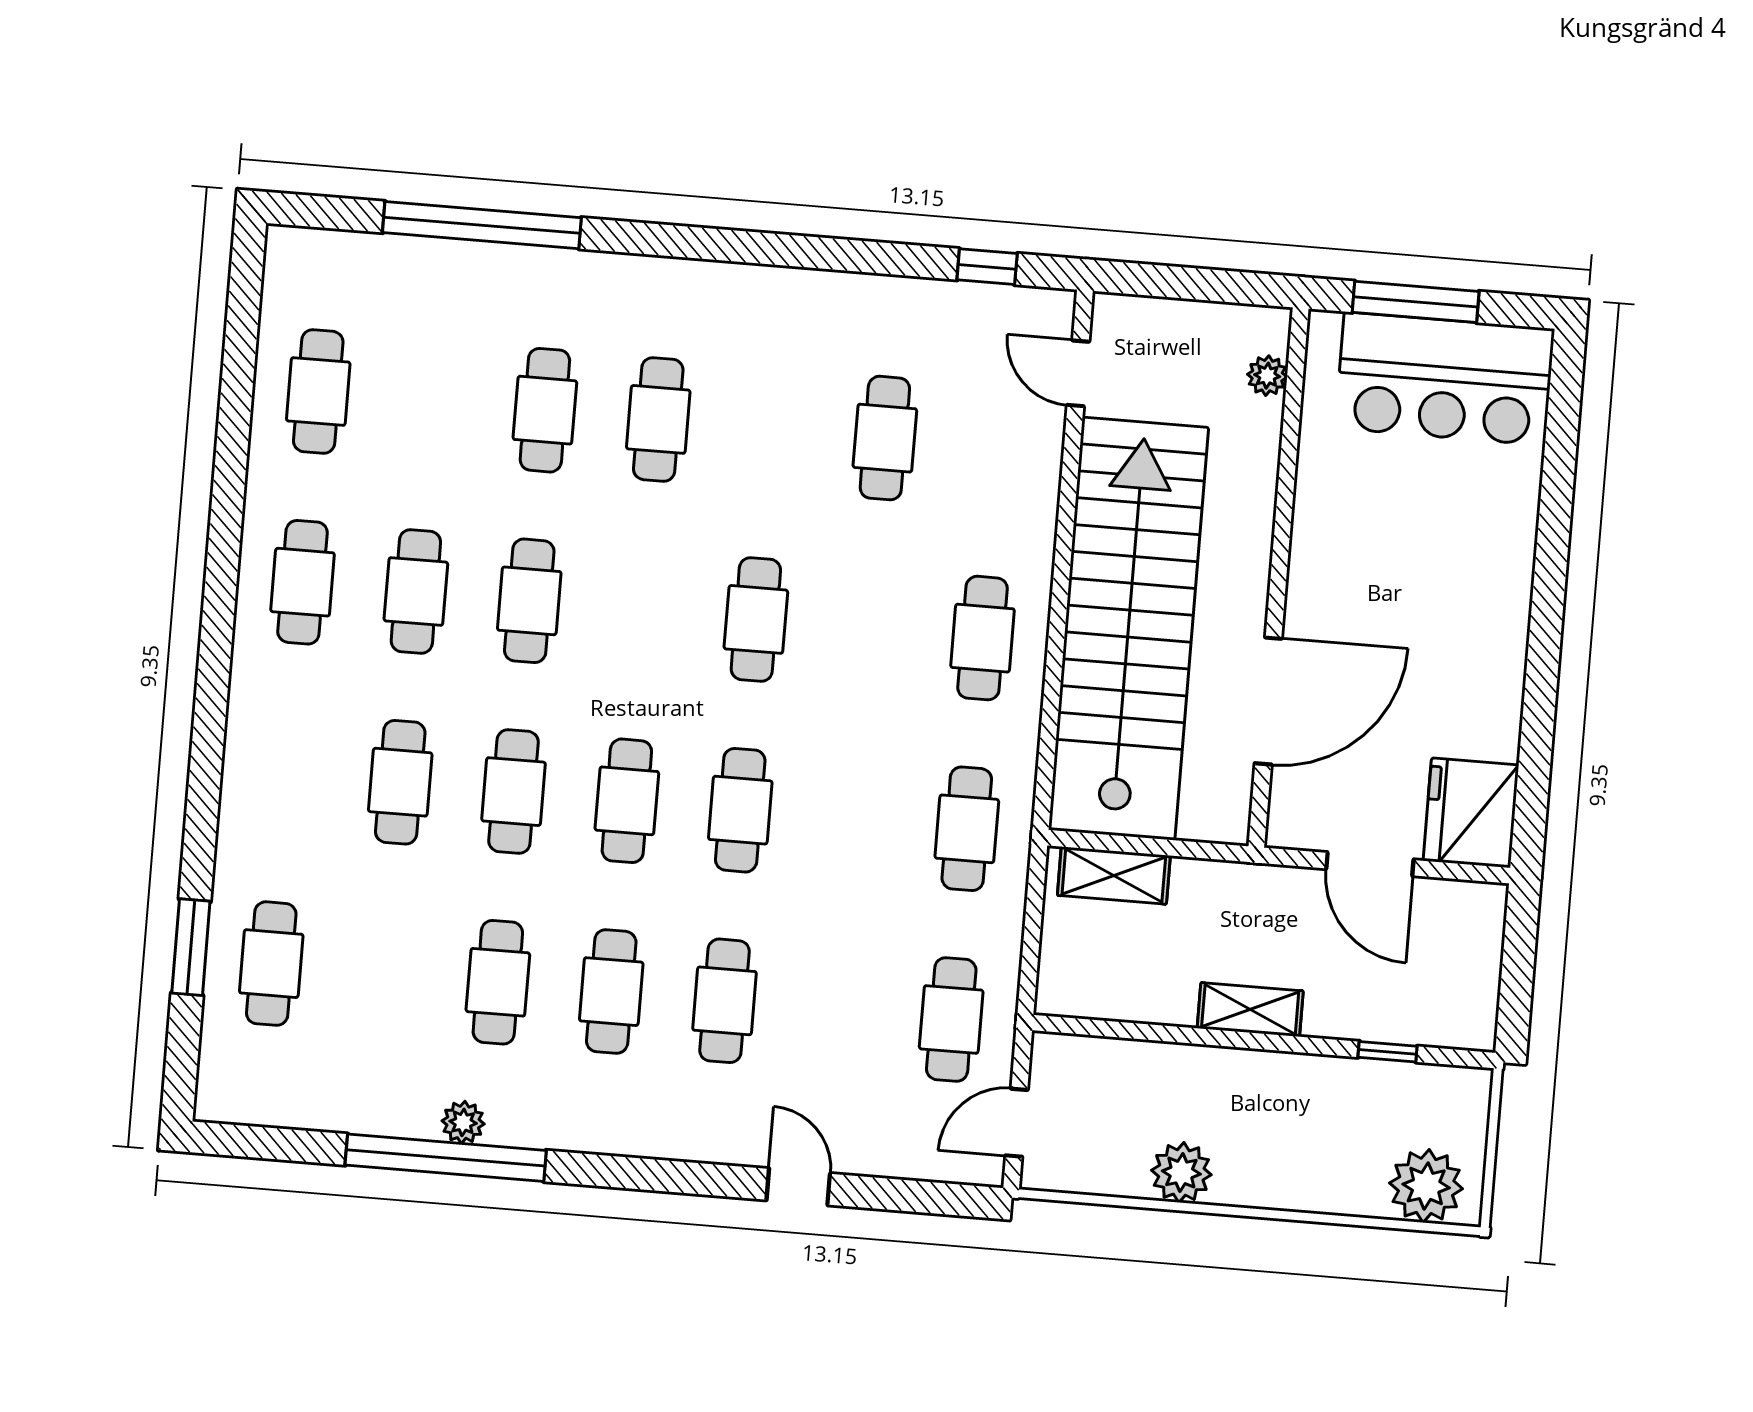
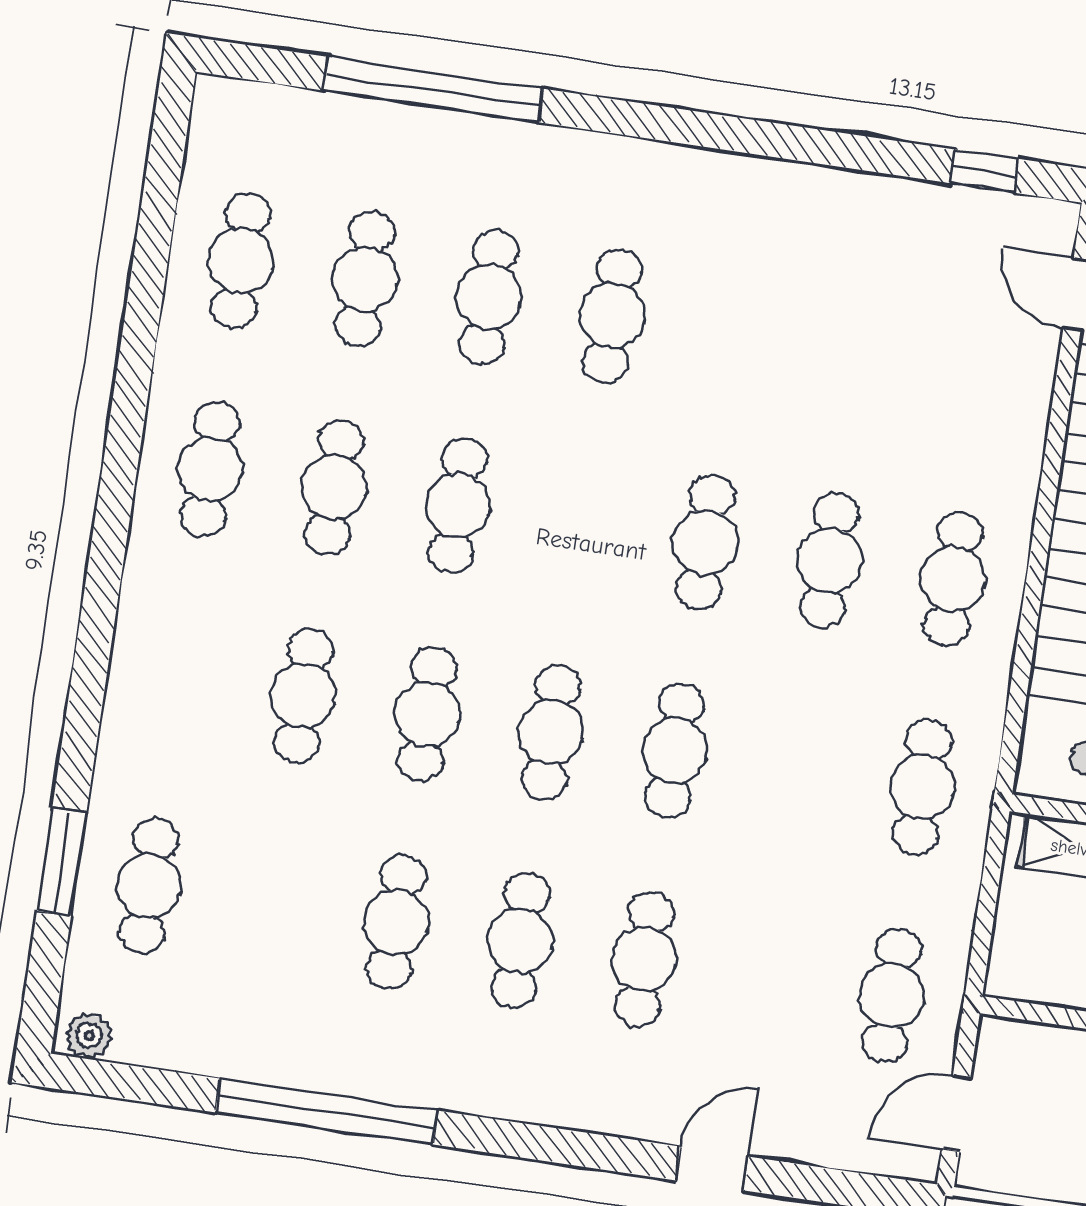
cafe table: (432, 401) -> (365, 279), added
cafe table: (885, 438) -> (829, 560), moved
plant: (463, 1122) -> (89, 1036), moved
door: (798, 1187) -> (712, 1168), hinge flipped

